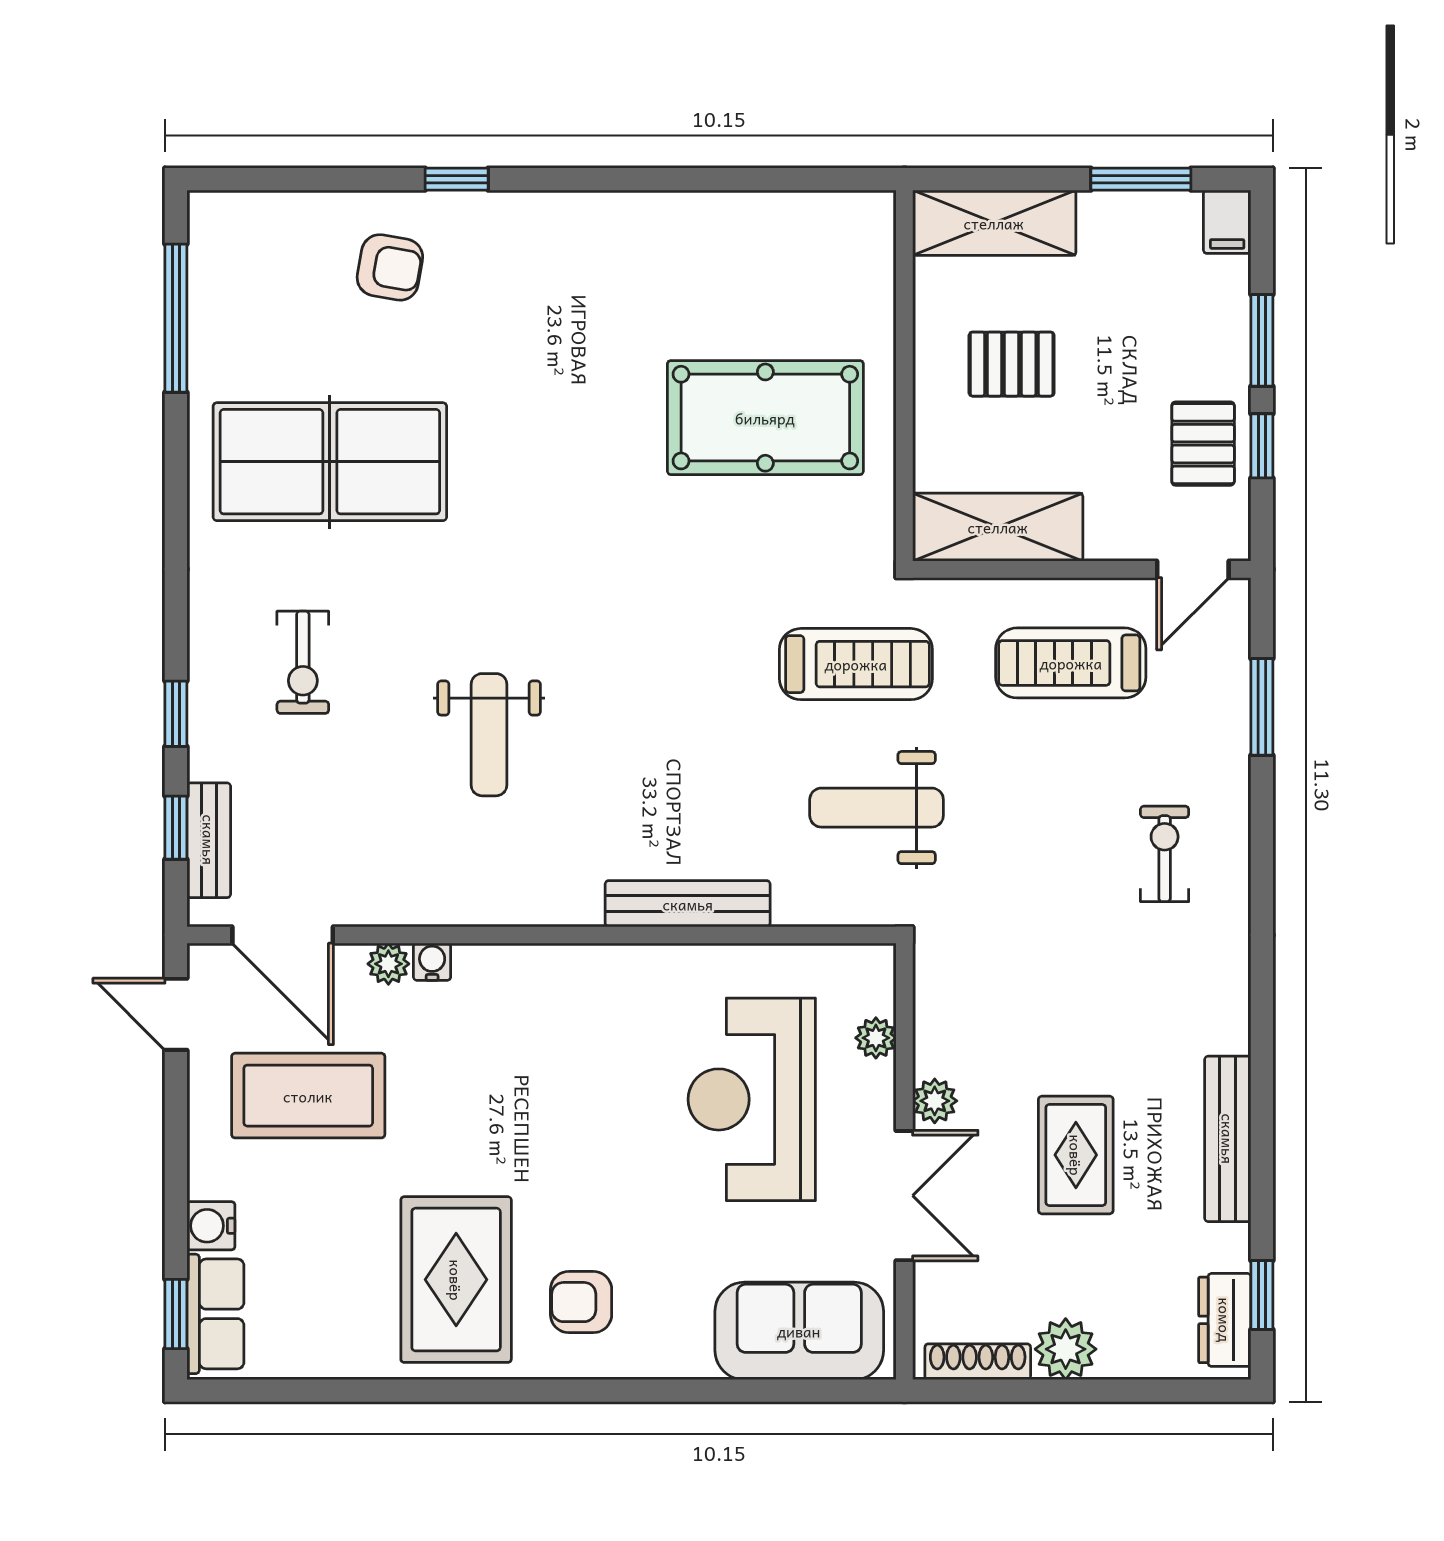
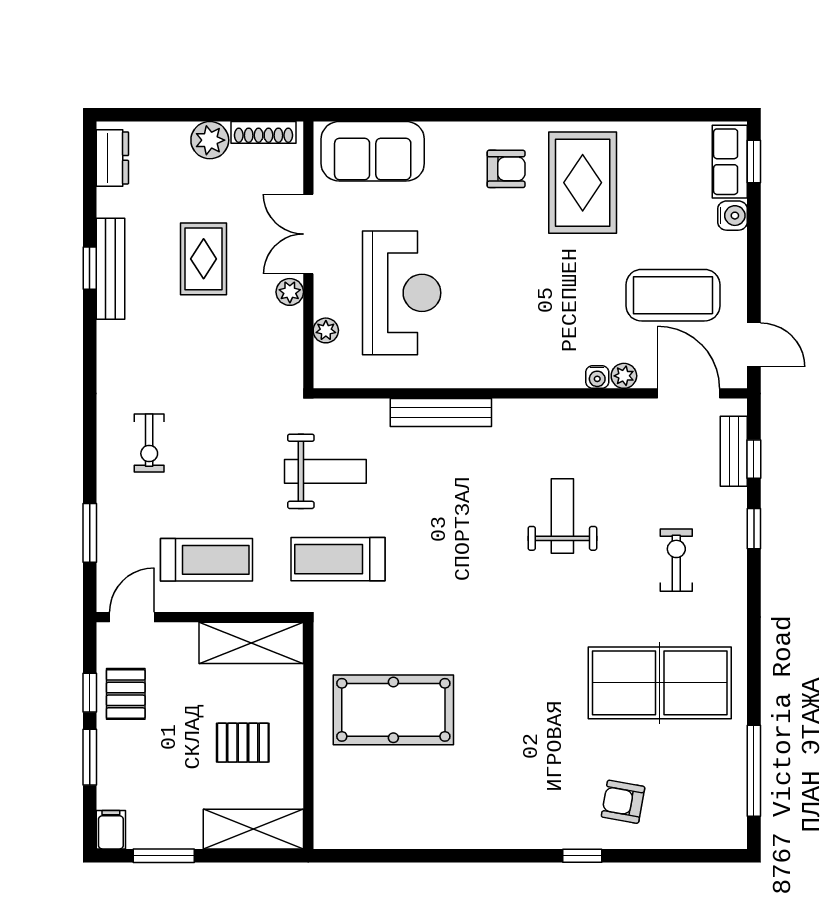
window: (1262, 1295) -> (90, 268), moved

